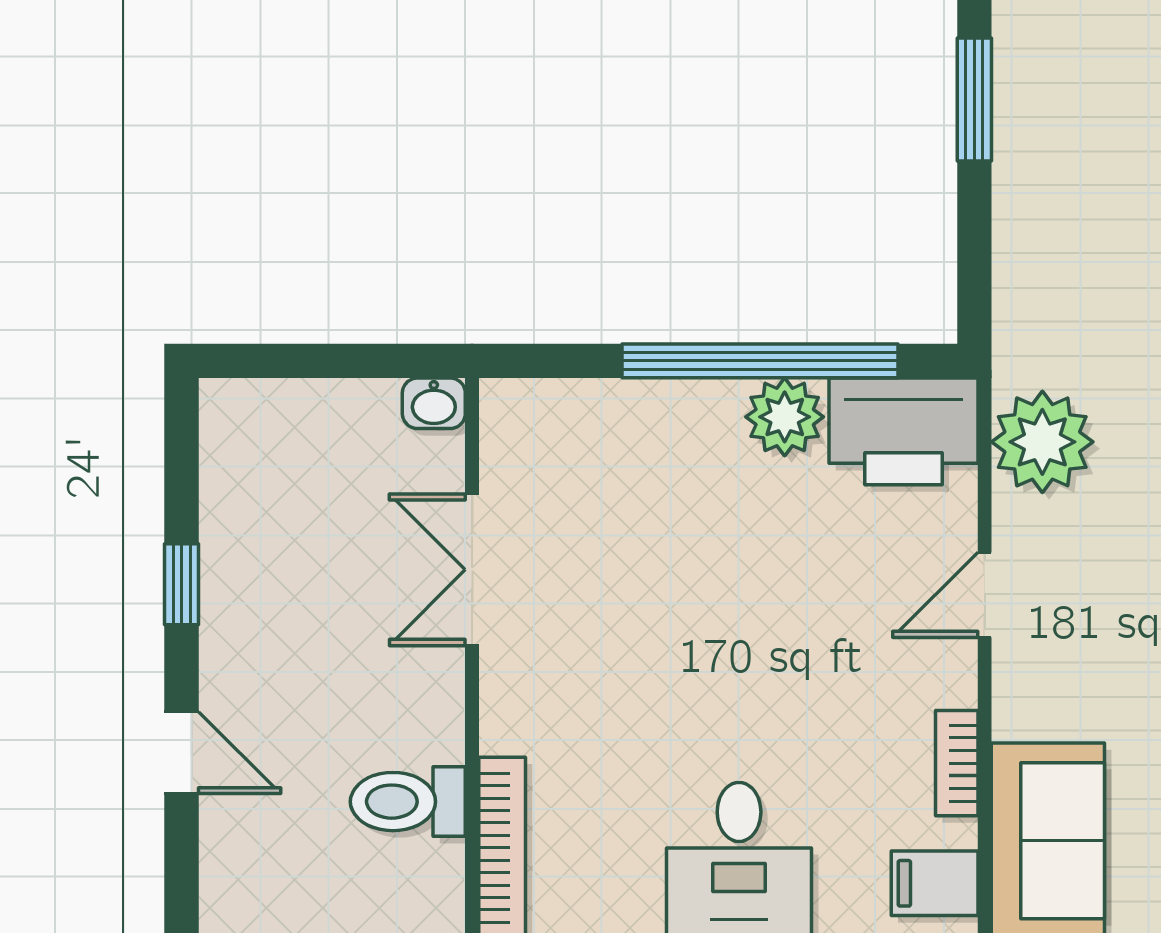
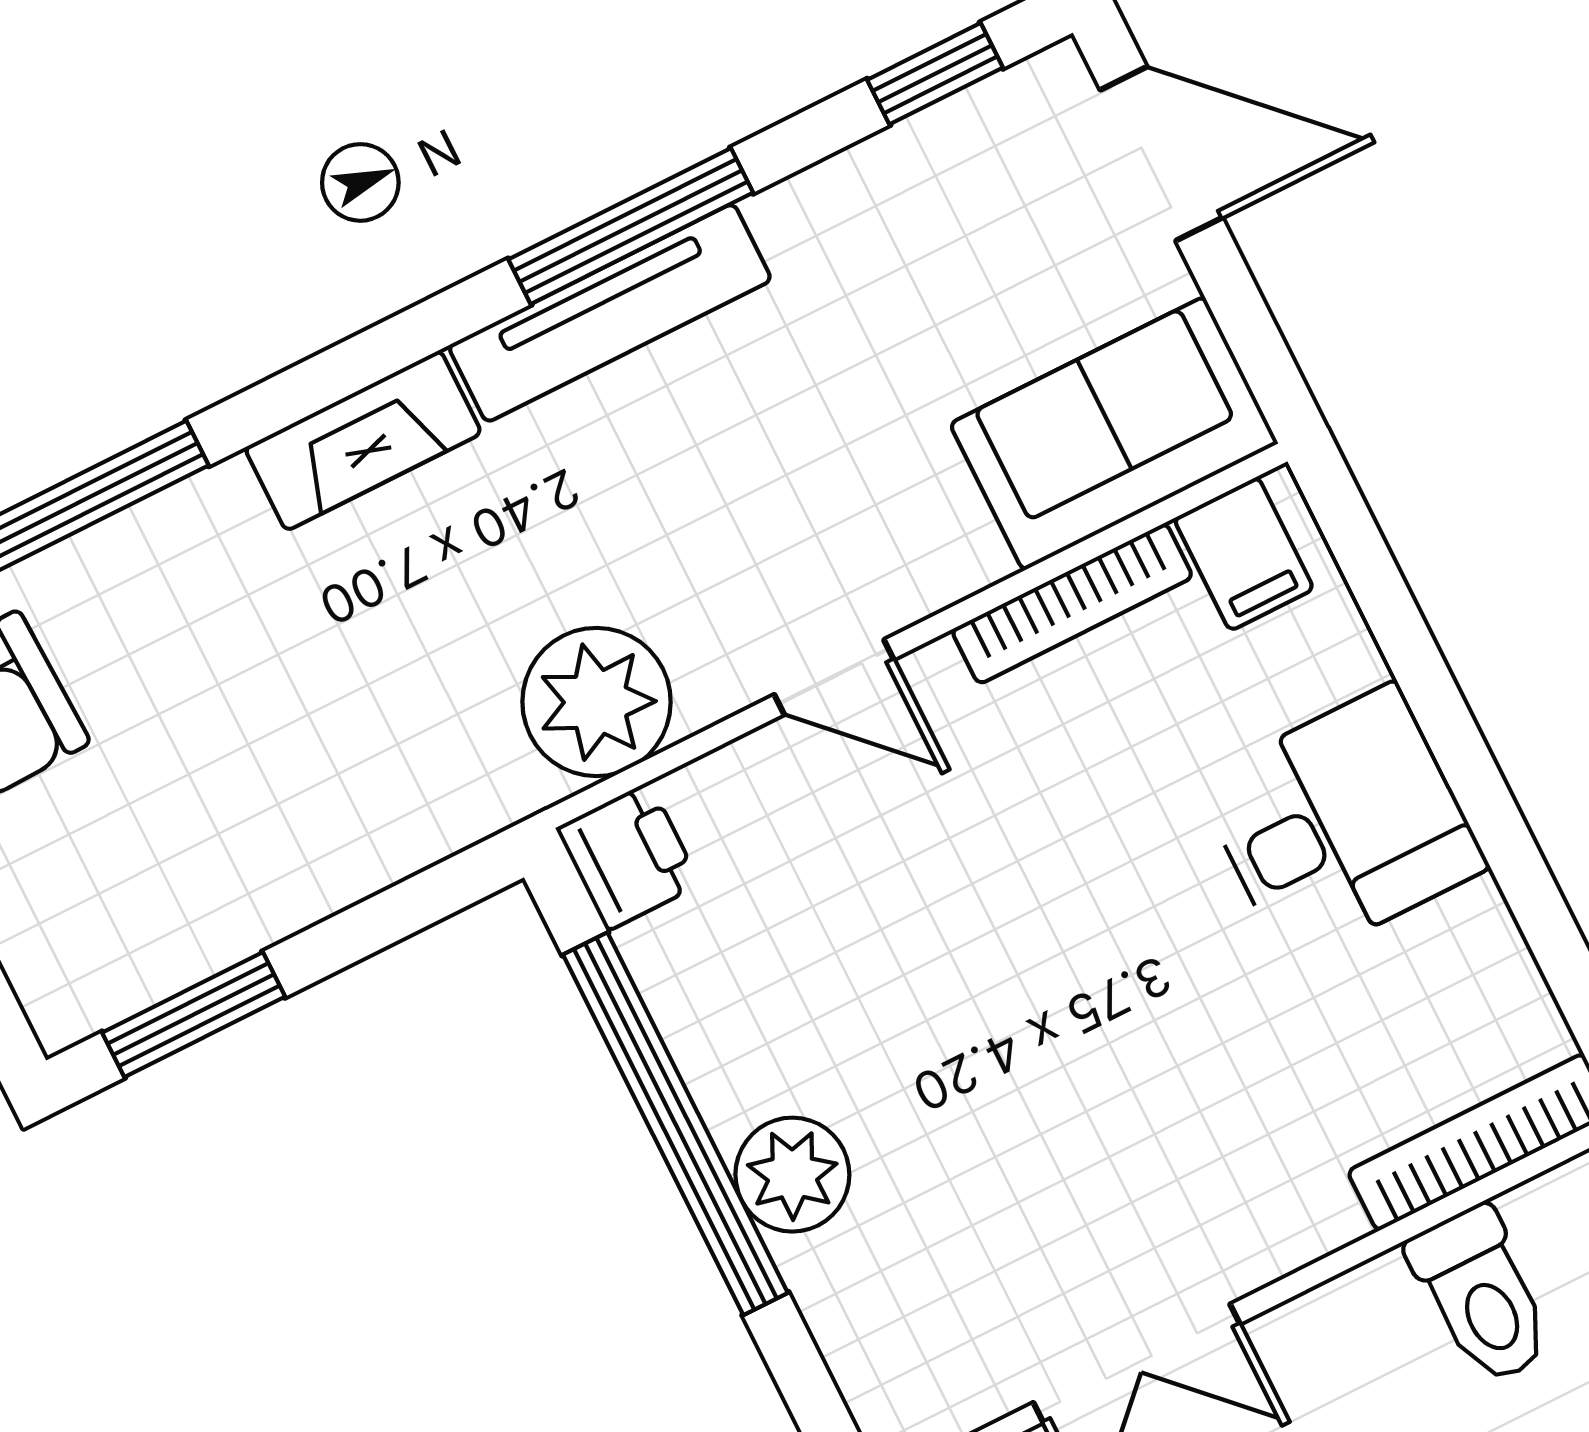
plant: (785, 417) -> (792, 1175), moved
printer: (903, 431) -> (628, 856), width x0.53, depth x0.68
bookcase: (957, 763) -> (1072, 604), width x1.56

